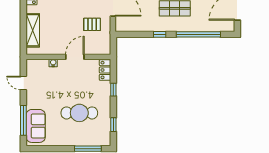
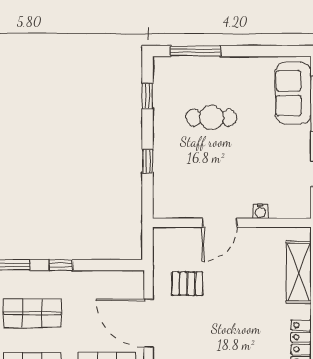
locker: (105, 70) -> (163, 198), removed
cafe table: (79, 113) -> (211, 118), width x0.73, depth x0.74

